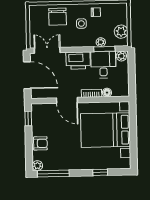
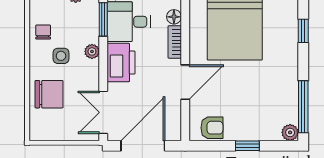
plant: (101, 42) -> (92, 51), moved
window: (28, 119) -> (247, 146), moved
armchair: (40, 143) -> (212, 128), moved, turned 90

